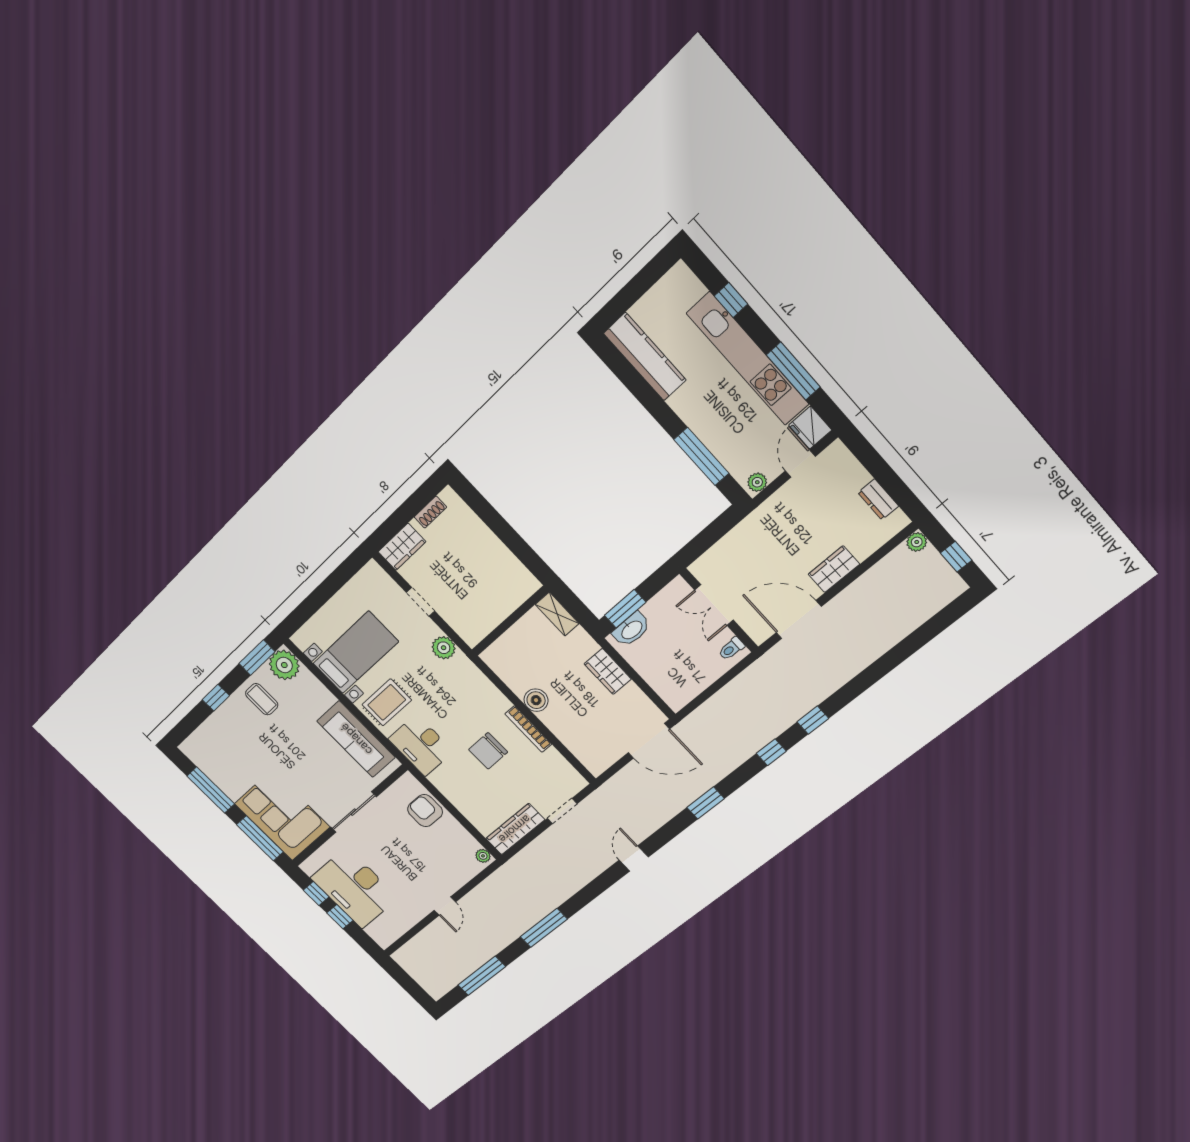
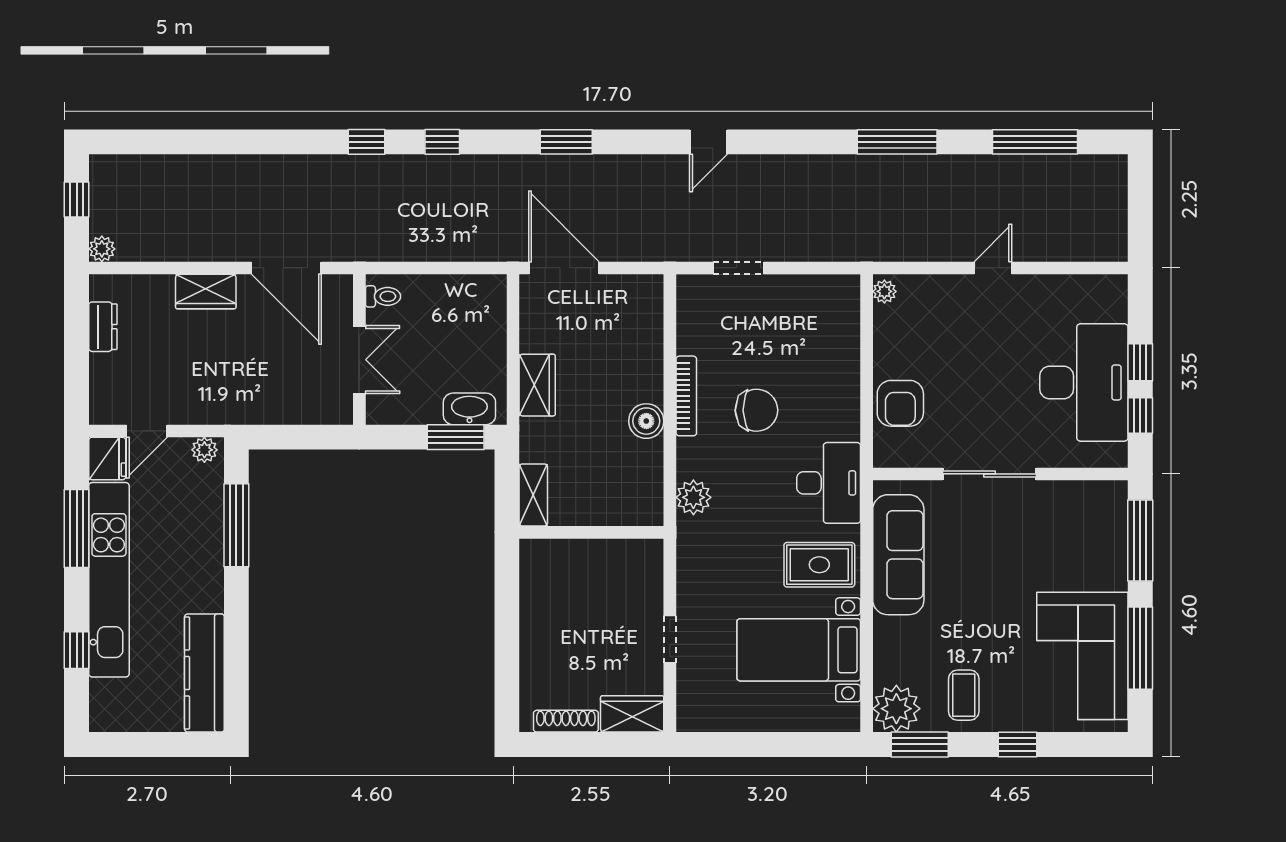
shoe rack: (430, 512) -> (566, 721), width x1.43
plant: (444, 648) -> (693, 497), moved
corner sofa: (282, 815) -> (1082, 656), moved
wardrobe: (515, 829) -> (814, 292), removed

